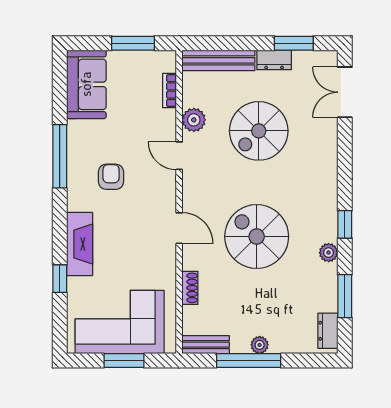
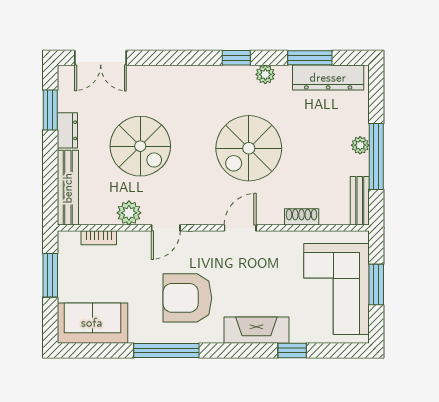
armchair: (111, 177) -> (187, 298), width x1.88, depth x1.88
dresser: (328, 331) -> (328, 78), width x1.96, depth x1.24

